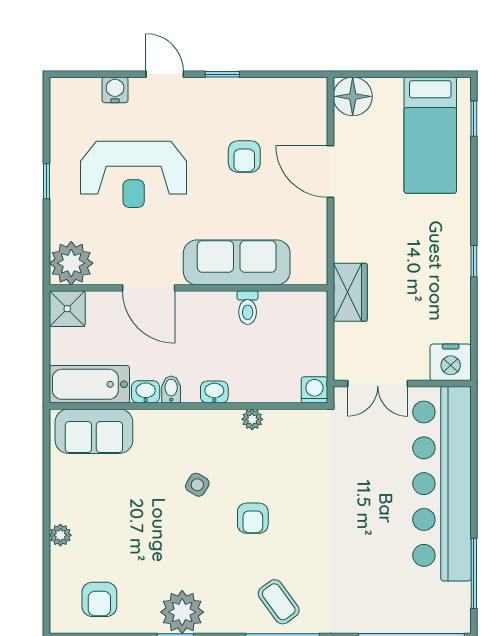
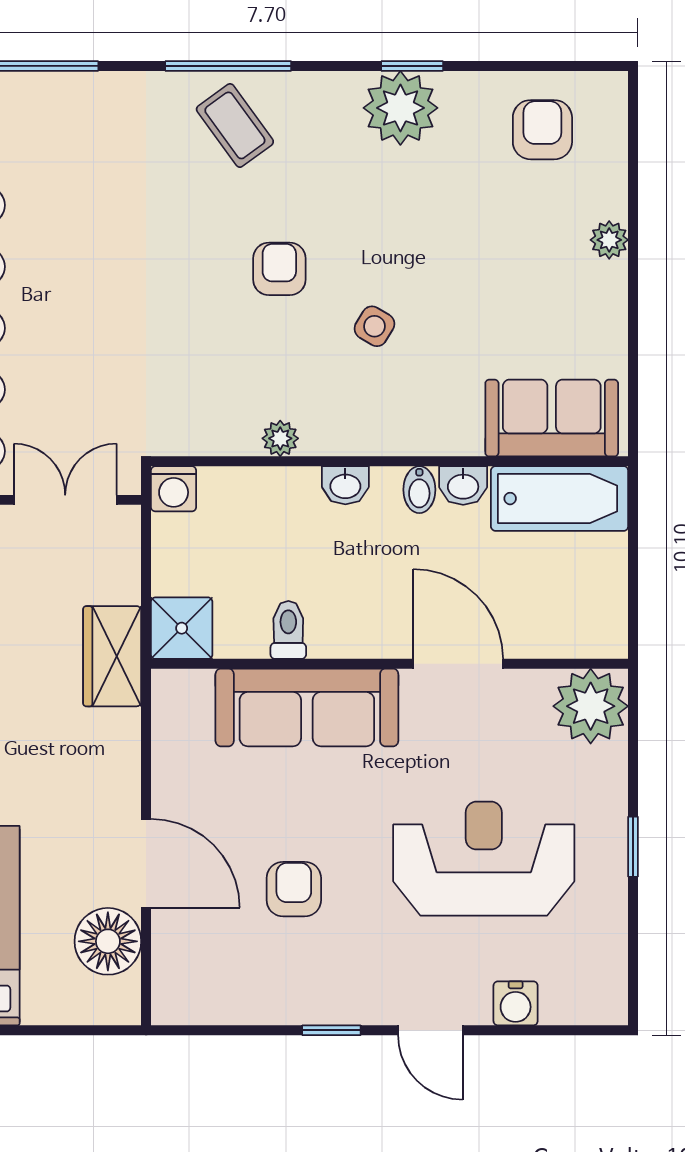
floor lamp: (353, 96) -> (108, 941), moved
shower: (67, 309) -> (182, 628), moved

